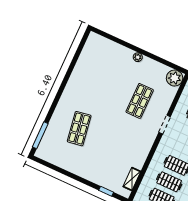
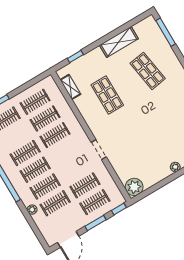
shop shelf: (140, 101) -> (107, 95), moved
shelving: (72, 166) -> (119, 42), added

